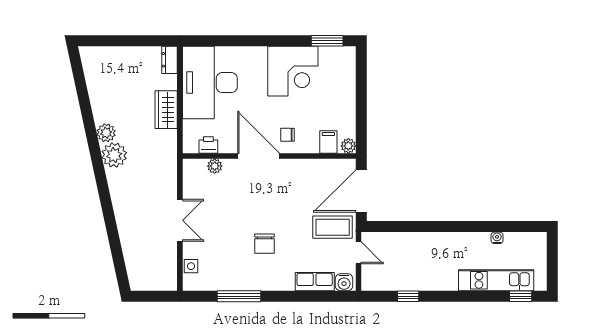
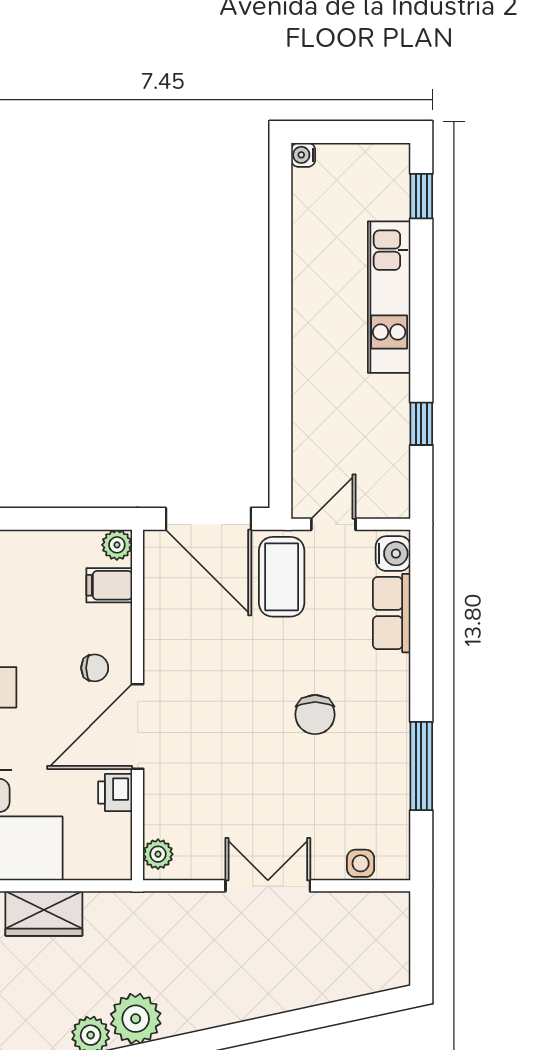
chair: (288, 135) -> (95, 668), turned -90
printer: (208, 145) -> (115, 792), moved
plant: (215, 166) -> (158, 854), moved
water cooler: (497, 238) -> (303, 155), moved
chair: (264, 244) -> (315, 715), turned 90
kitchen unit: (496, 280) -> (389, 297), moved

